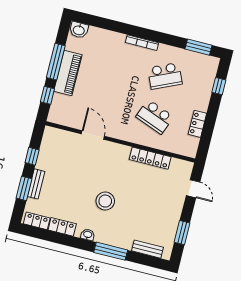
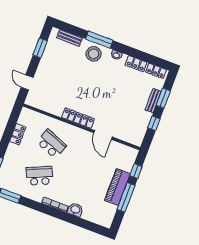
washbasin: (79, 30) -> (75, 210), moved
locker: (150, 158) -> (78, 118), moved
stool: (105, 201) -> (94, 54), moved

